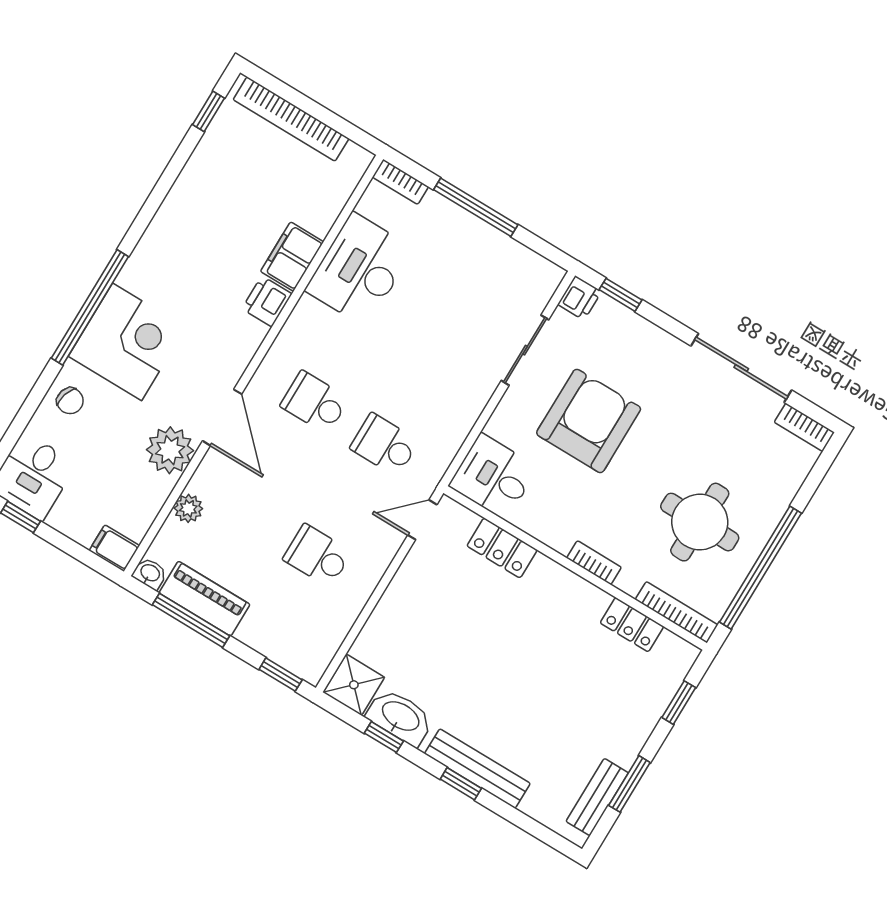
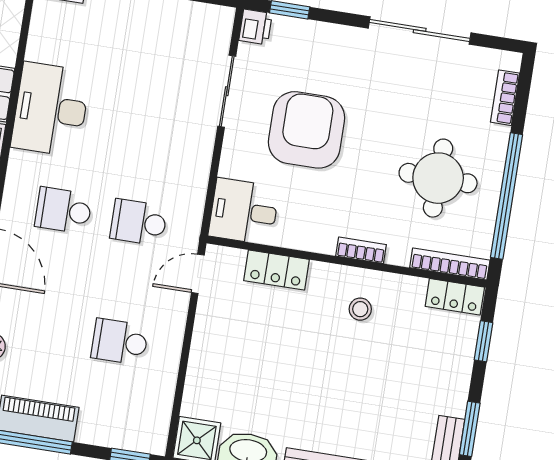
desk: (359, 270) -> (51, 109), moved
bookcase: (804, 427) -> (505, 98), moved, turned 90
stool: (569, 621) -> (360, 309), added
locker: (632, 625) -> (455, 297), moved

